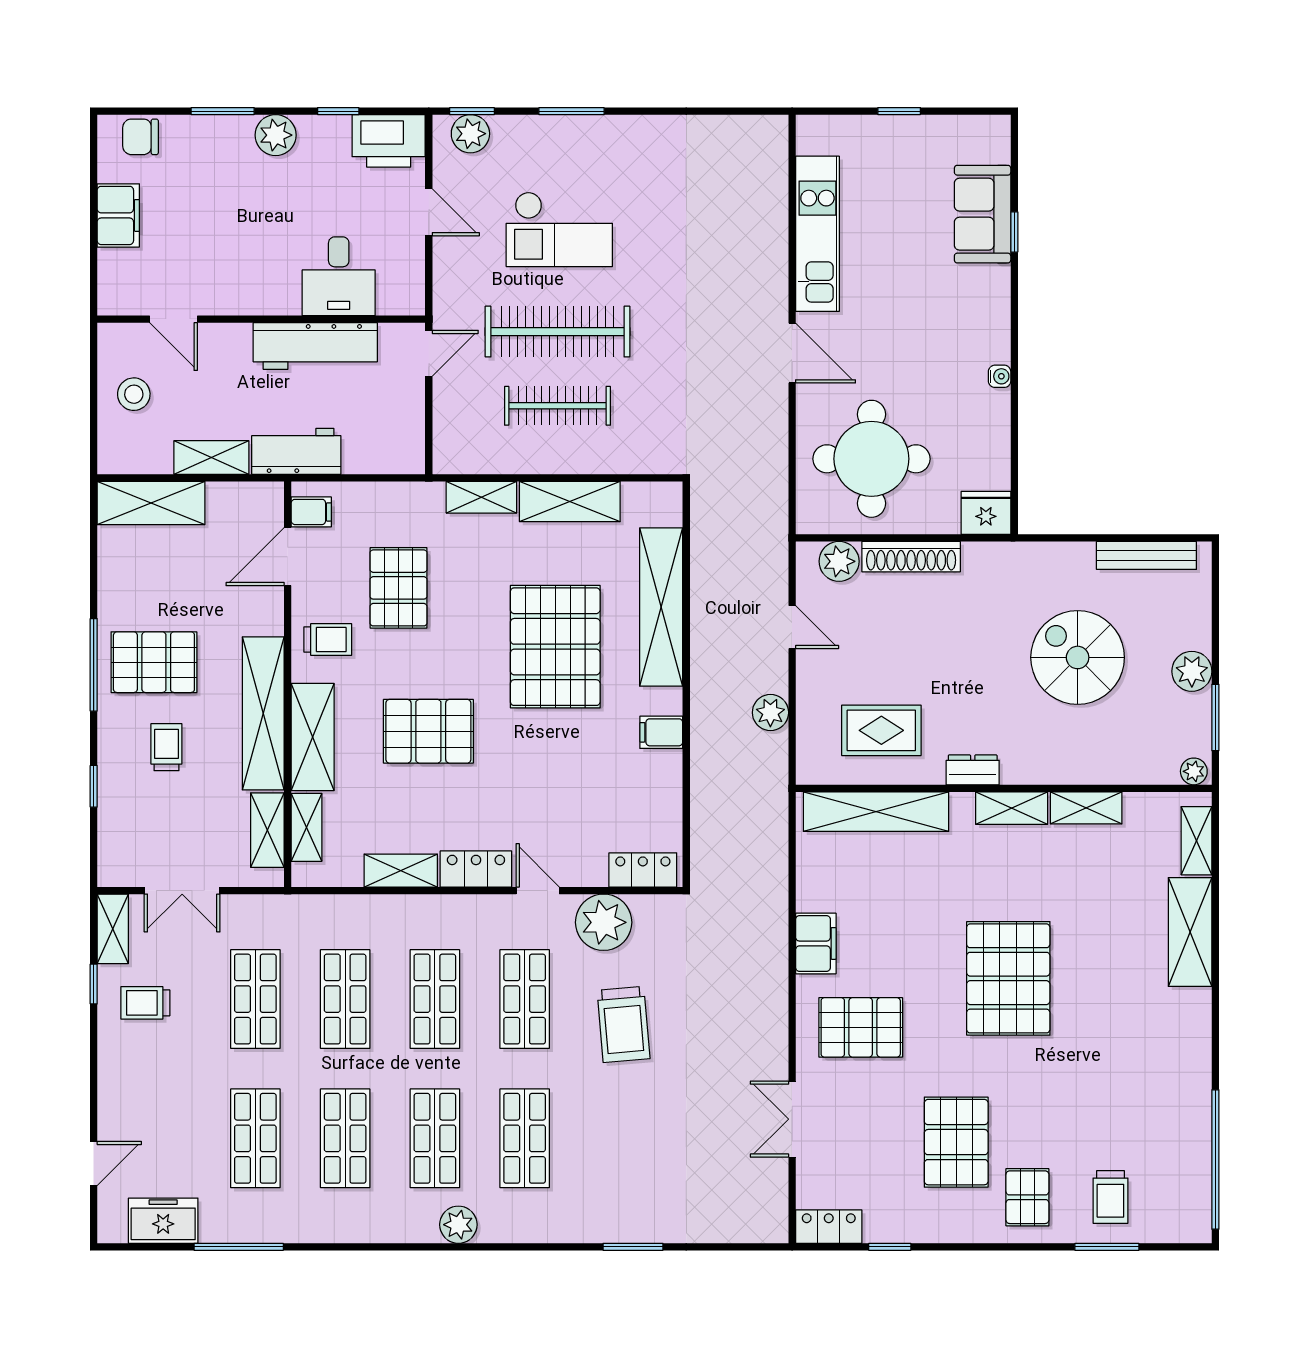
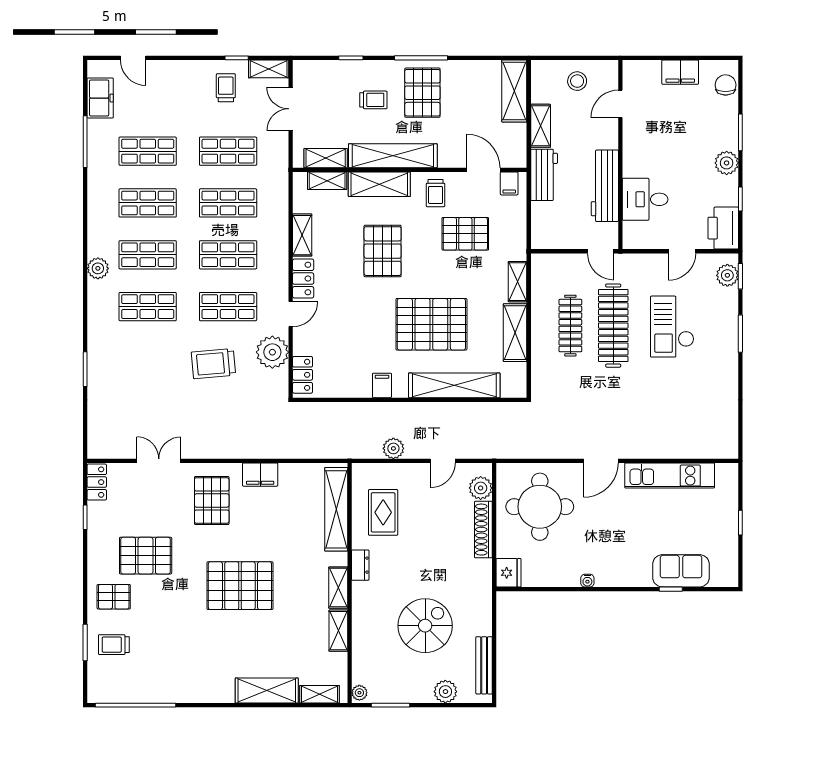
plant: (1192, 671) -> (445, 692), moved

